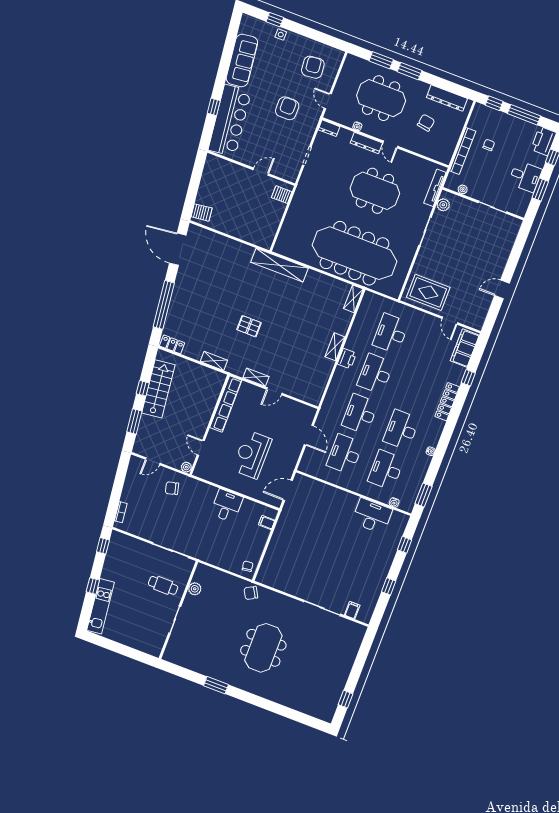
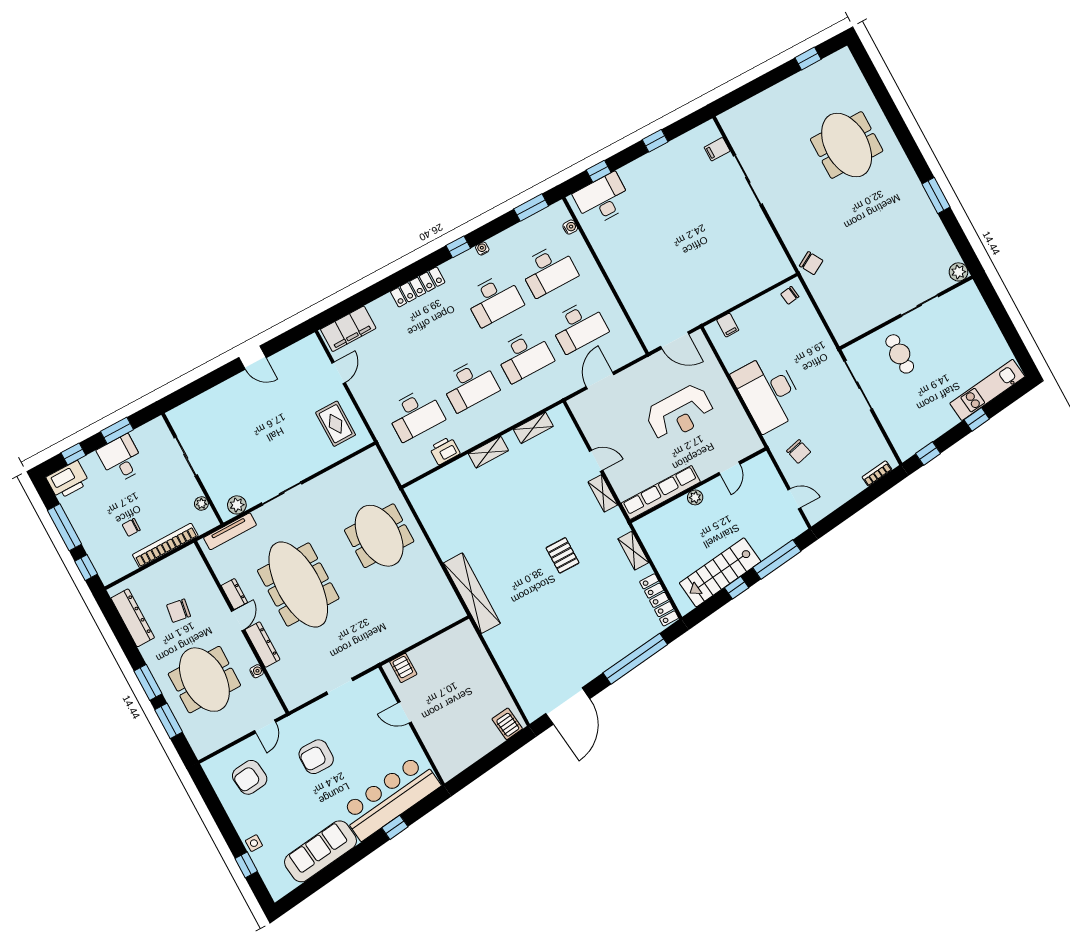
dresser: (329, 128) -> (234, 594), moved
meeting table: (375, 191) -> (298, 585), width x1.36
meeting table: (354, 253) -> (379, 536), width x0.54, depth x0.79
rug: (428, 292) -> (336, 424), width x0.73, depth x0.70
shelving: (353, 299) -> (533, 428), moved
locker: (172, 344) -> (659, 600), width x1.53
printer: (347, 359) -> (445, 451), moved
window: (468, 378) -> (458, 247), moved
window: (134, 421) -> (777, 559), width x1.44
plant: (186, 467) -> (695, 497), moved
desk: (227, 506) -> (768, 392), width x1.87, depth x1.30
desk: (372, 516) -> (603, 199), moved, turned 90
plant: (195, 589) -> (959, 272), moved
meeting table: (263, 648) -> (847, 145), moved, turned 90

